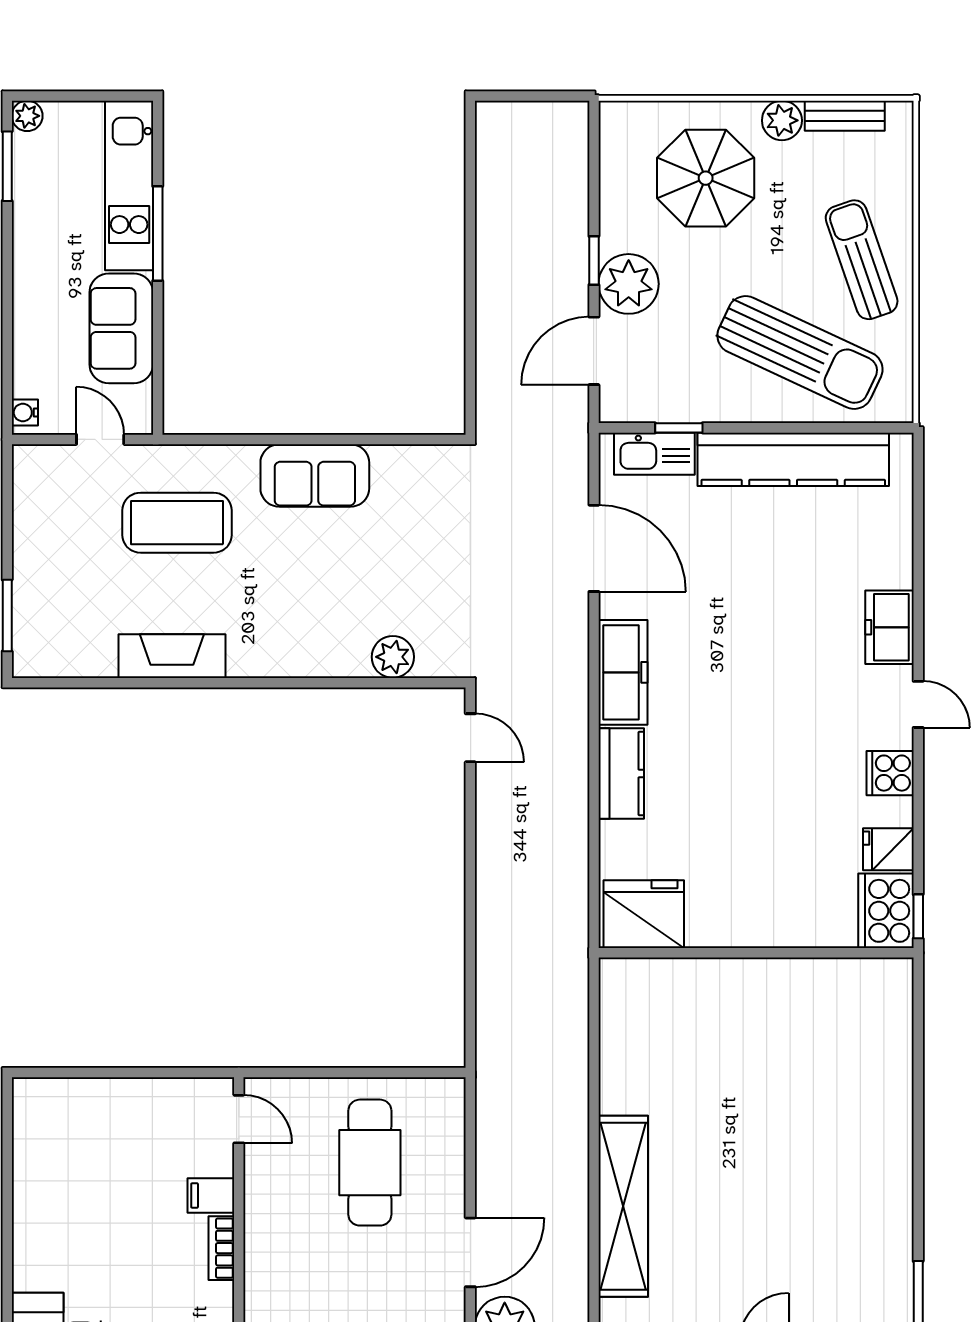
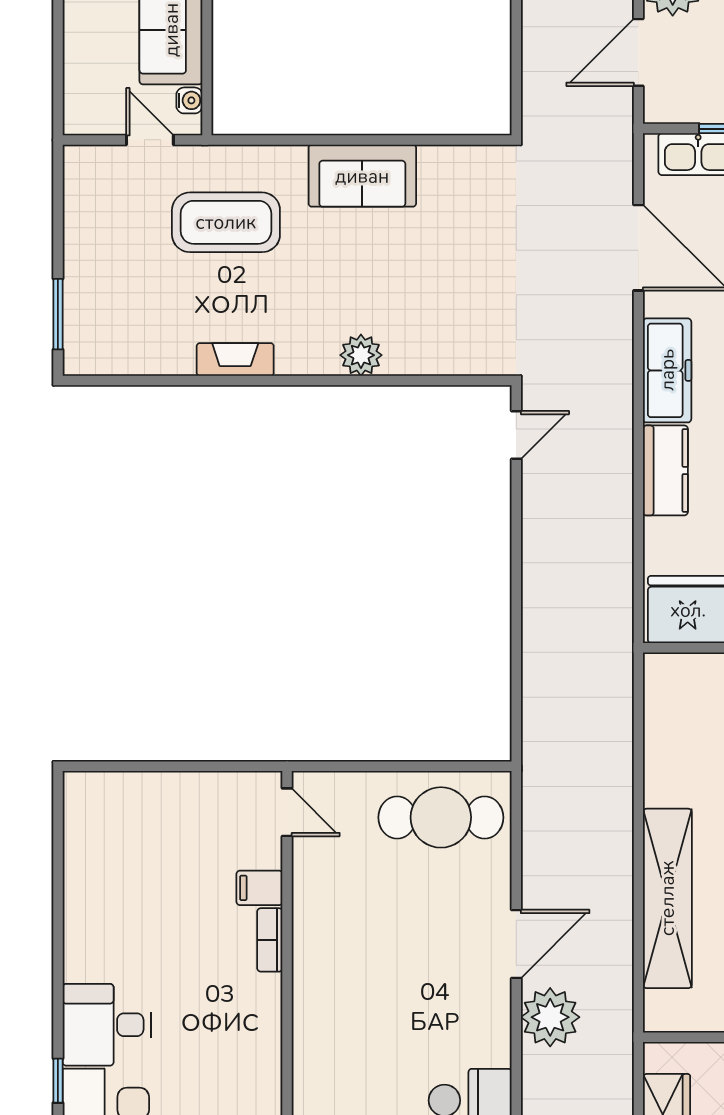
water cooler: (25, 412) -> (189, 100), moved, turned 180
fireplace: (172, 656) -> (235, 359), width x0.73, depth x0.76
plant: (393, 657) -> (361, 355), moved
door: (470, 738) -> (516, 435), hinge flipped
cafe table: (370, 1163) -> (441, 817), moved, turned 90

